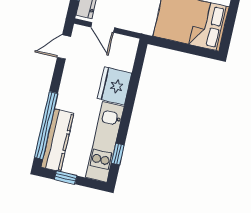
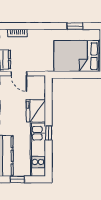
window: (118, 154) -> (49, 133), moved

